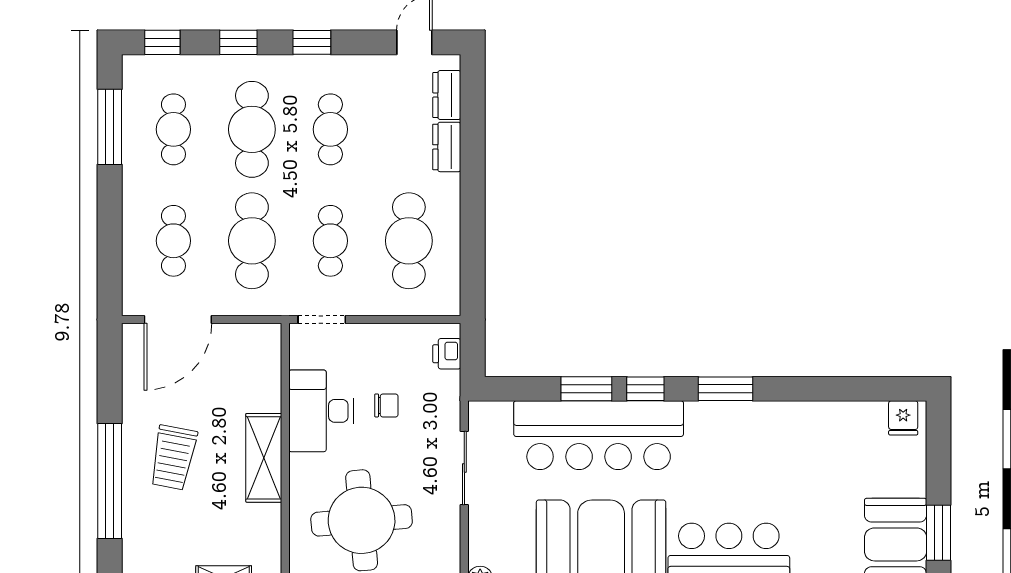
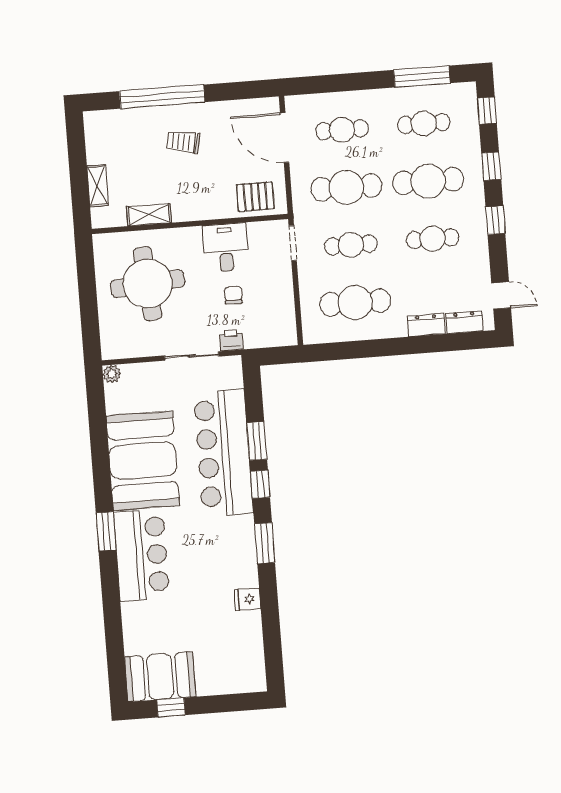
printer: (447, 354) -> (231, 340), moved
pallet: (255, 365) -> (255, 197), added
chair: (386, 405) -> (233, 295), turned 180
desk: (321, 411) -> (226, 248), width x0.73
fridge: (903, 418) -> (247, 599), moved
trolley: (173, 458) -> (183, 142), width x0.73, depth x0.72
shelving: (264, 458) -> (149, 215), moved, width x0.67, depth x0.75
window: (938, 533) -> (171, 707), width x0.67

